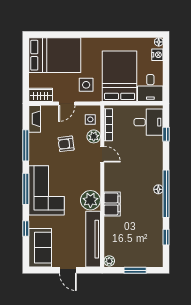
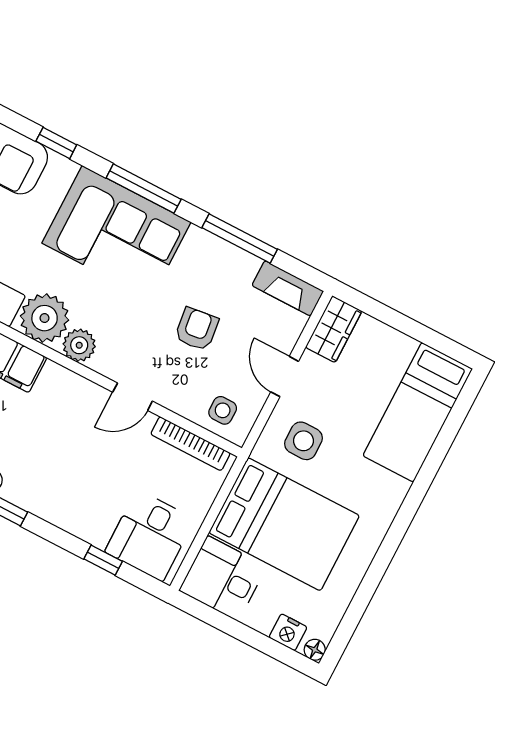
bed: (55, 55) -> (418, 412), width x0.67
plant: (94, 136) -> (79, 345), moved

